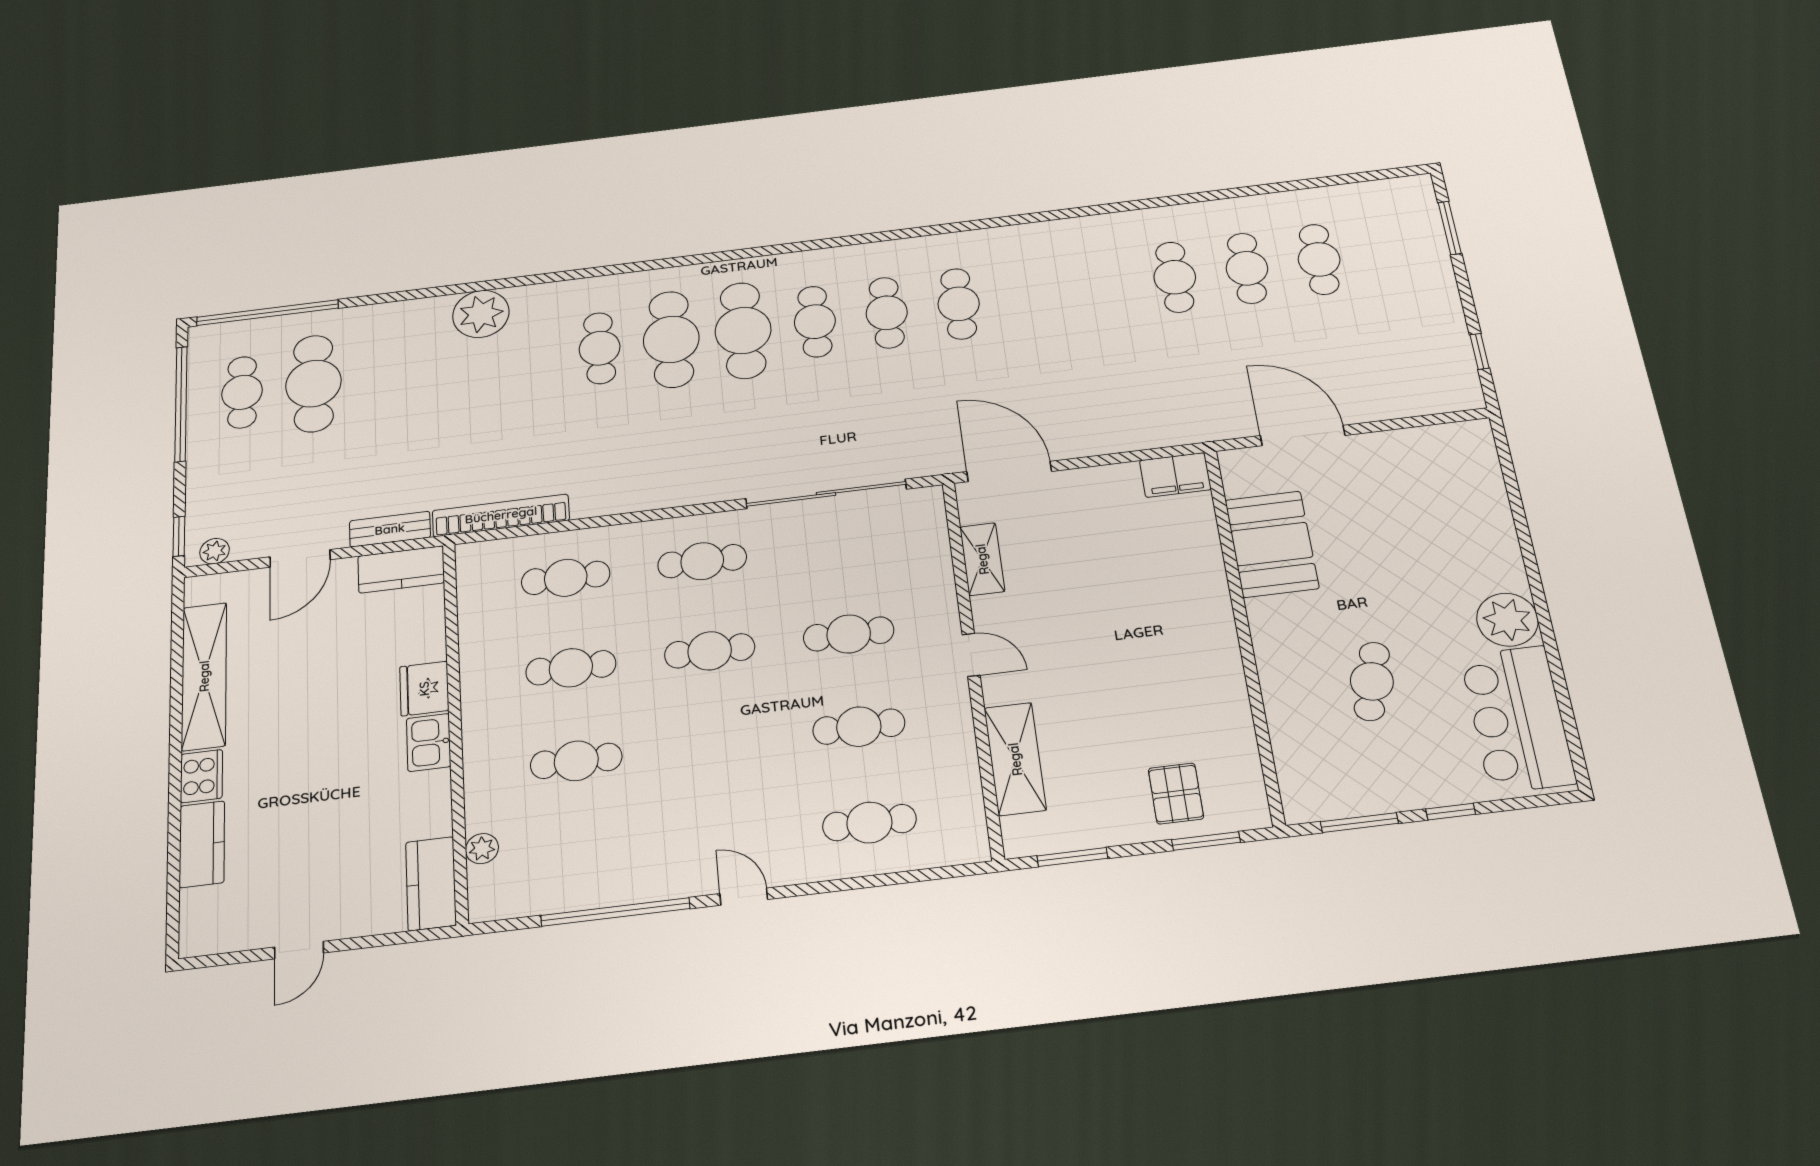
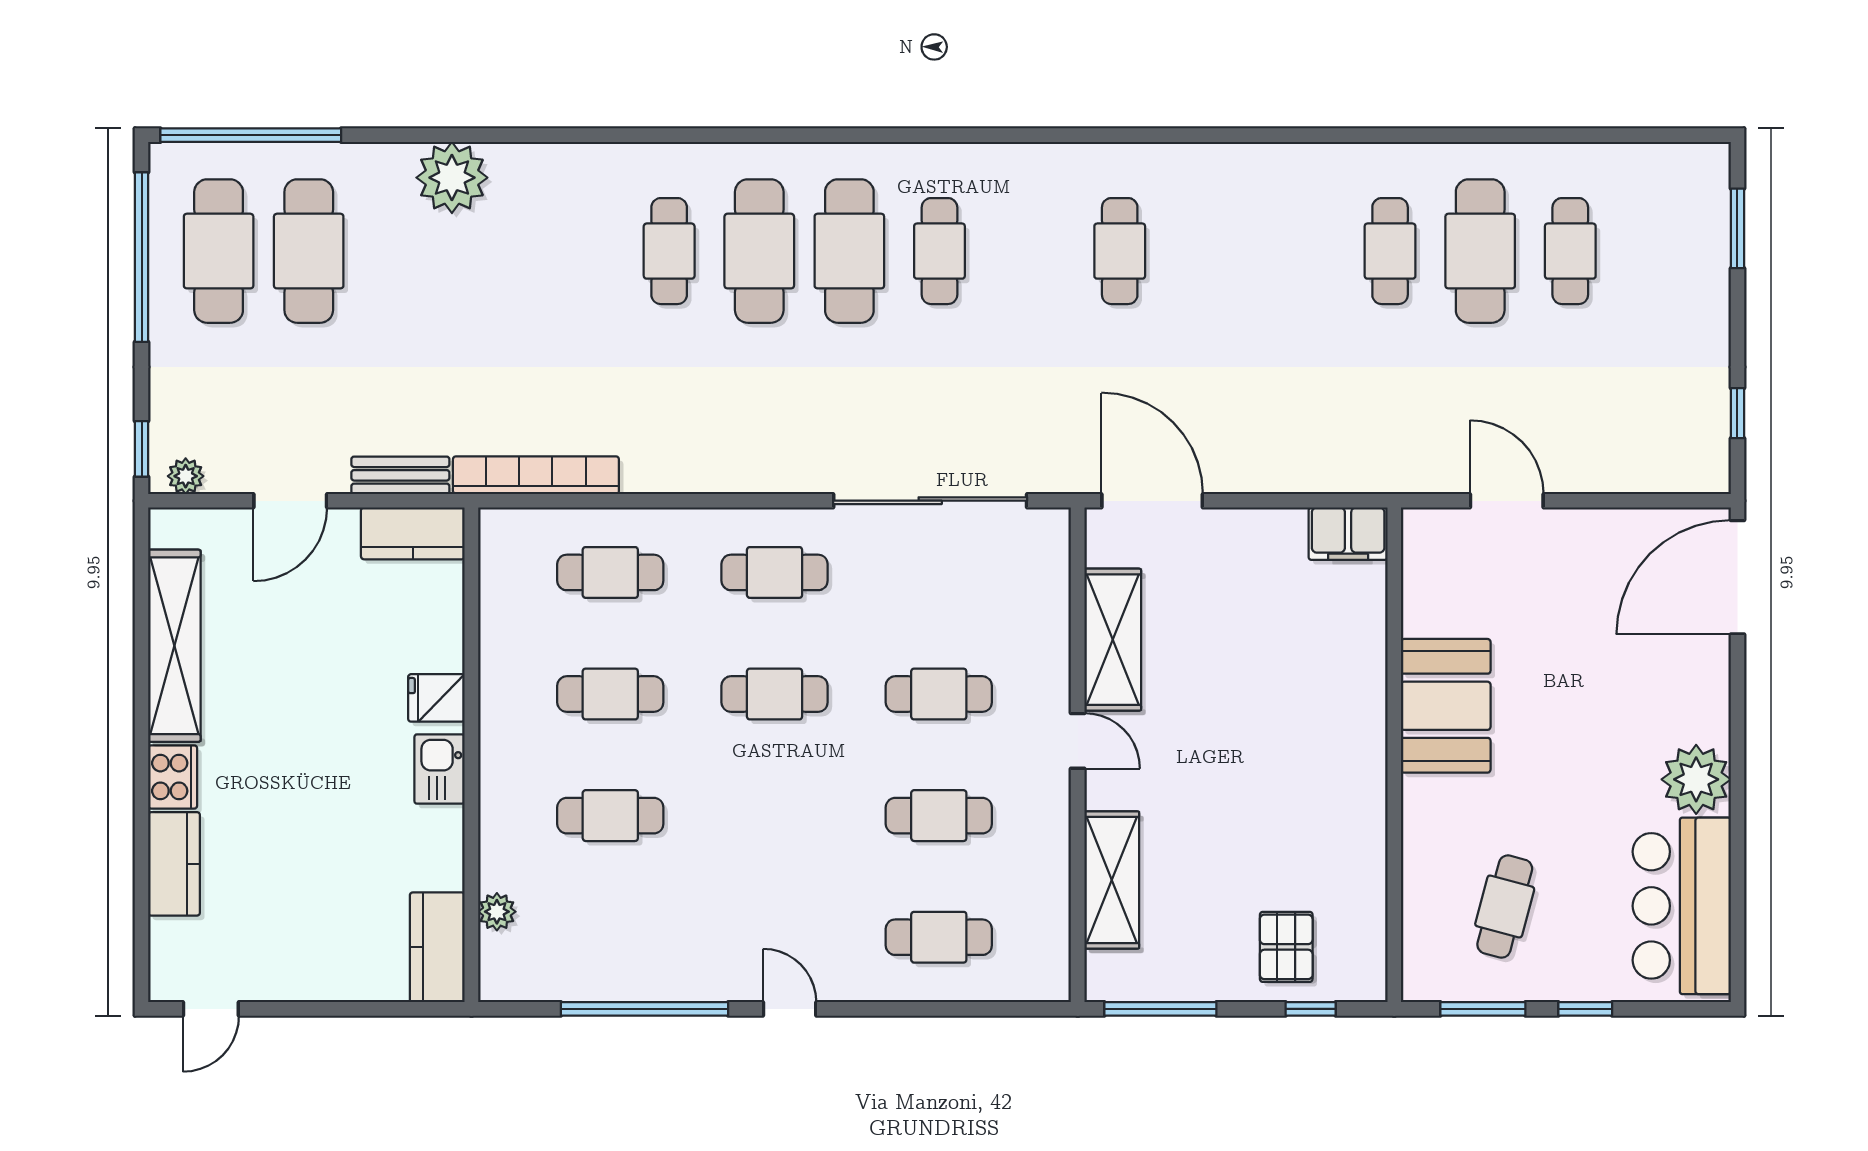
cafe table: (1247, 268) -> (1480, 251), width x1.37, depth x1.35
cafe table: (887, 313) -> (1030, 251), removed
plant: (481, 314) -> (452, 178), moved
cafe table: (242, 392) -> (219, 251), width x1.37, depth x1.35
door: (1303, 436) -> (1507, 501), width x0.73
door: (1507, 466) -> (1737, 577), added
booth: (1272, 544) -> (1446, 706), moved
shelving: (982, 559) -> (1113, 640), width x1.50, depth x1.33
cafe table: (1372, 681) -> (1505, 907), moved
fridge: (424, 689) -> (436, 698), width x0.72
window: (1206, 841) -> (1311, 1009), width x0.67
window: (1072, 857) -> (1160, 1009), width x1.44
door: (299, 950) -> (211, 1009), moved

